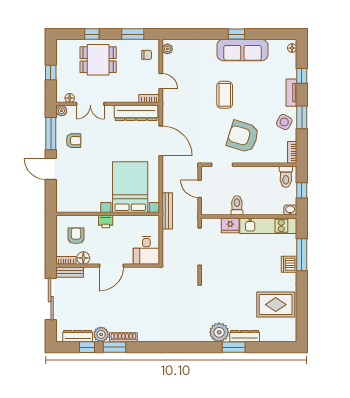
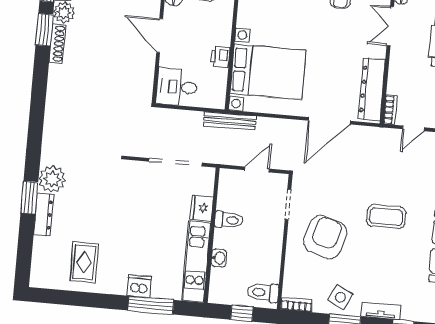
washbasin: (290, 210) -> (219, 258), moved
printer: (106, 222) -> (220, 57), moved
rug: (276, 305) -> (84, 262), width x0.73, depth x0.70

